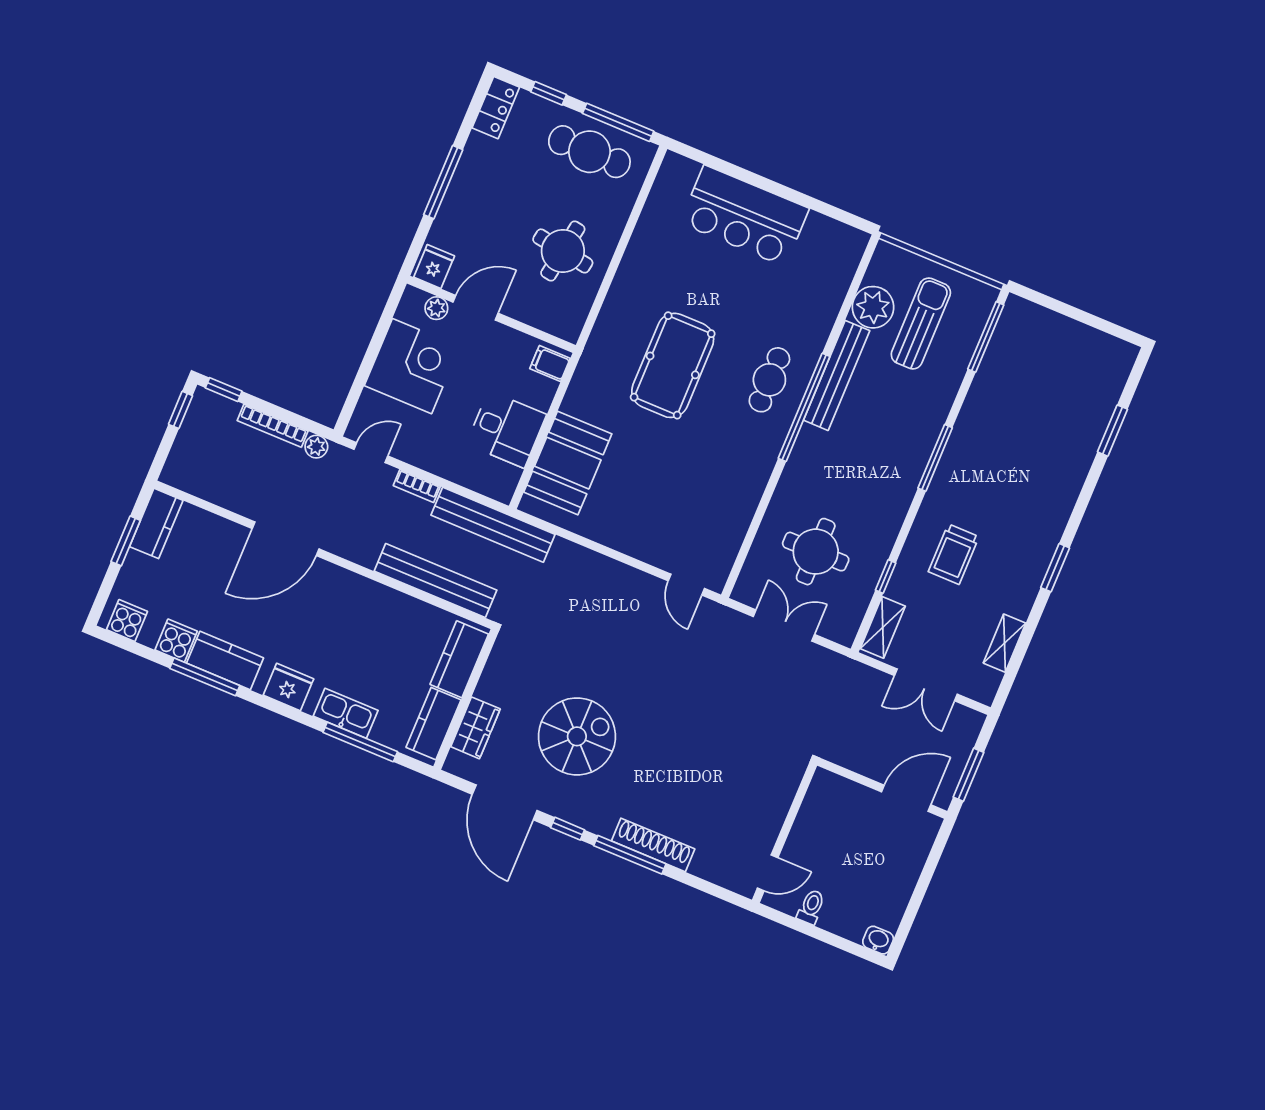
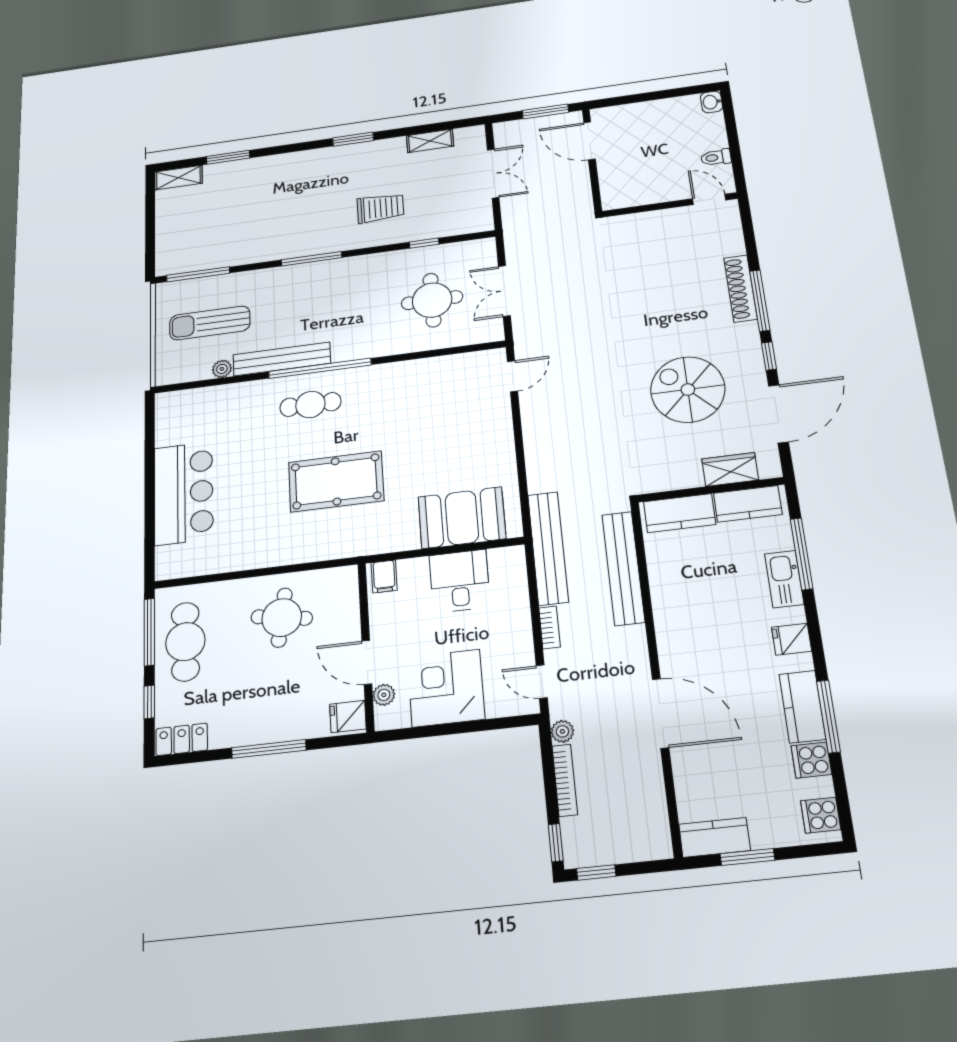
plant: (873, 307) -> (222, 369), width x0.53, depth x0.53
shelving: (883, 627) -> (178, 178), moved
fridge: (288, 687) -> (792, 639), width x0.72

